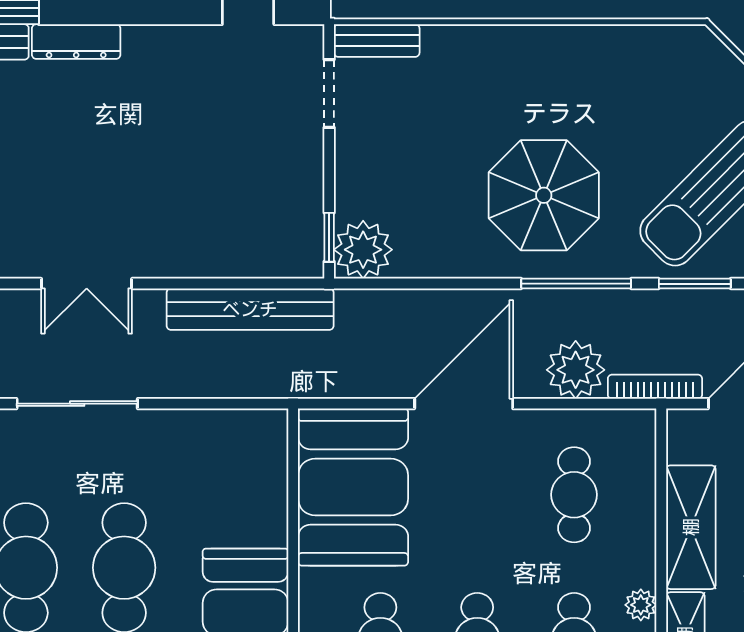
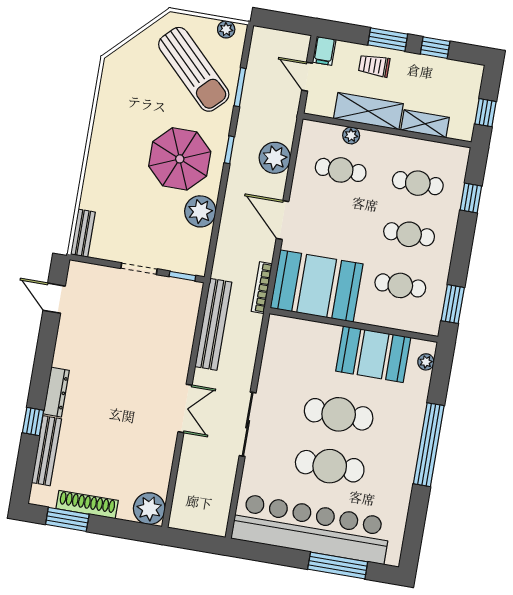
doorway: (329, 93) -> (139, 269), moved
plant: (363, 250) -> (200, 211), moved
window: (576, 284) -> (229, 150), width x0.46
bookcase: (655, 387) -> (262, 288), moved
door: (464, 404) -> (283, 220), width x0.73
plant: (641, 605) -> (351, 135), moved

